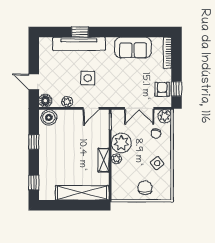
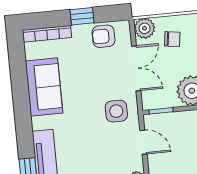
side table: (88, 78) -> (116, 111), moved
window: (176, 89) -> (82, 16), moved

